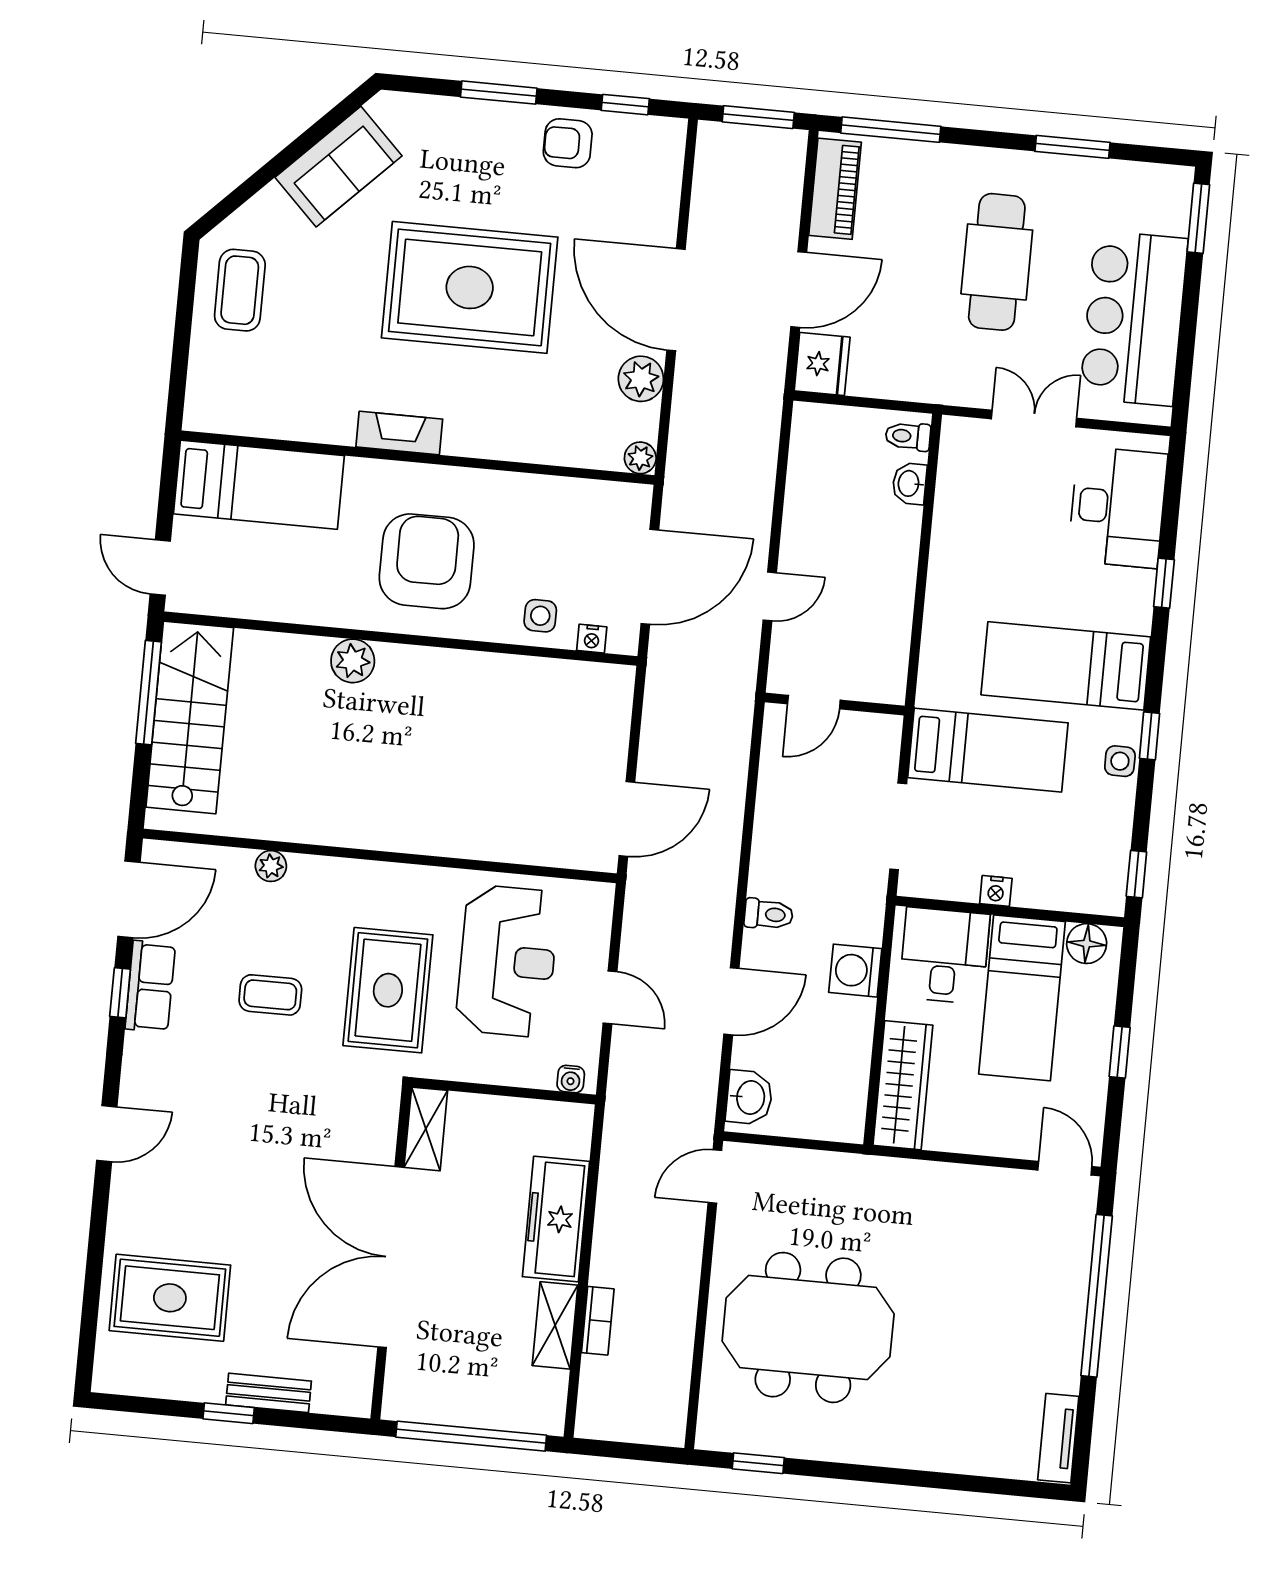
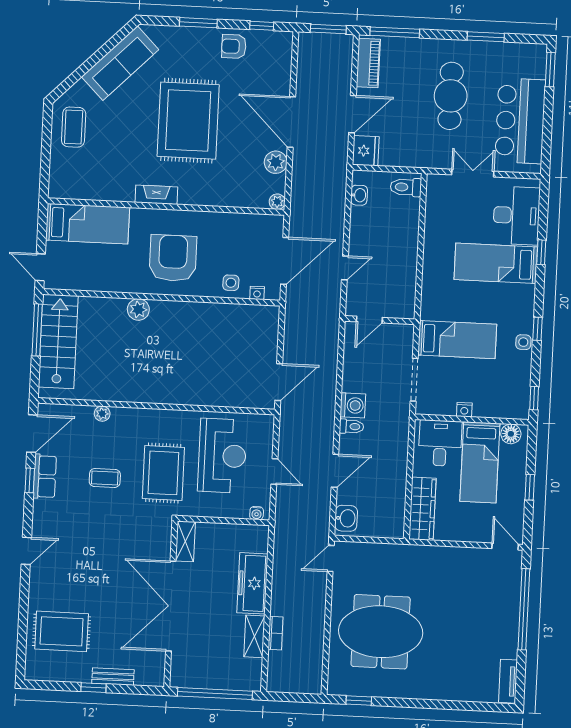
sofa: (339, 167) -> (120, 63), width x1.36
rug: (470, 287) -> (188, 121), turned 90
toilet: (908, 436) -> (406, 187), width x1.37, depth x1.39
washbasin: (909, 484) -> (359, 195), moved, turned 180
bed: (1066, 666) -> (496, 263), moved
washing machine: (855, 971) -> (353, 405), moved, turned 180

